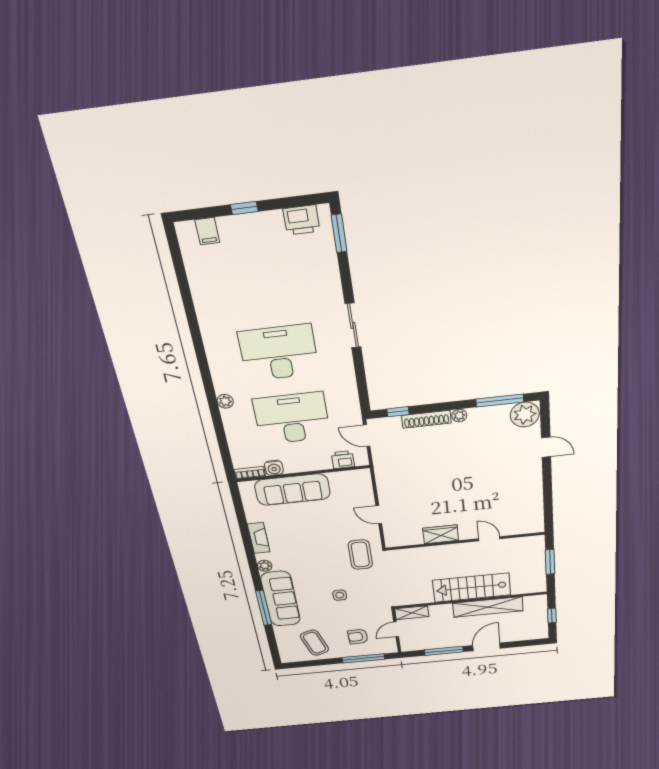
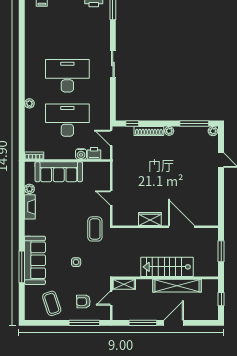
plant: (525, 415) -> (213, 131), width x0.53, depth x0.53
water cooler: (274, 468) -> (81, 154), moved
door: (489, 539) -> (182, 227), width x1.87
plant: (265, 566) -> (29, 189), moved

